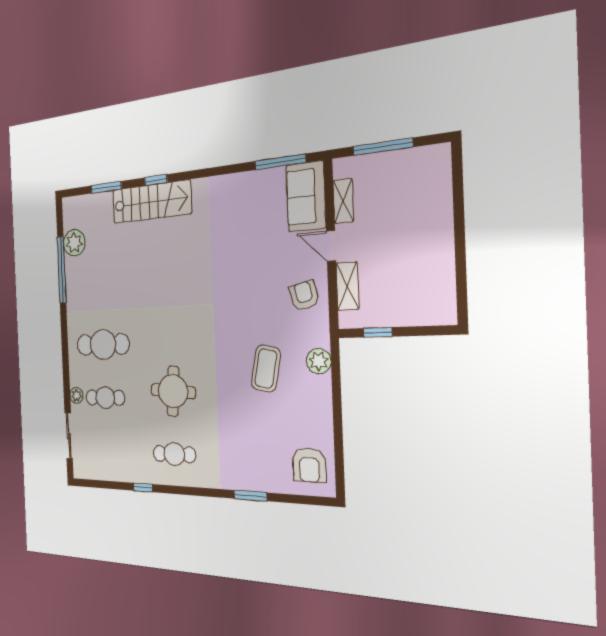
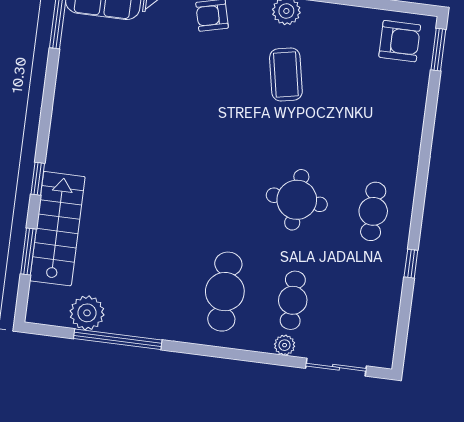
stairs: (151, 202) -> (57, 229), moved
coffee table: (266, 369) -> (286, 74), turned 68
window: (250, 496) -> (438, 50), moved

